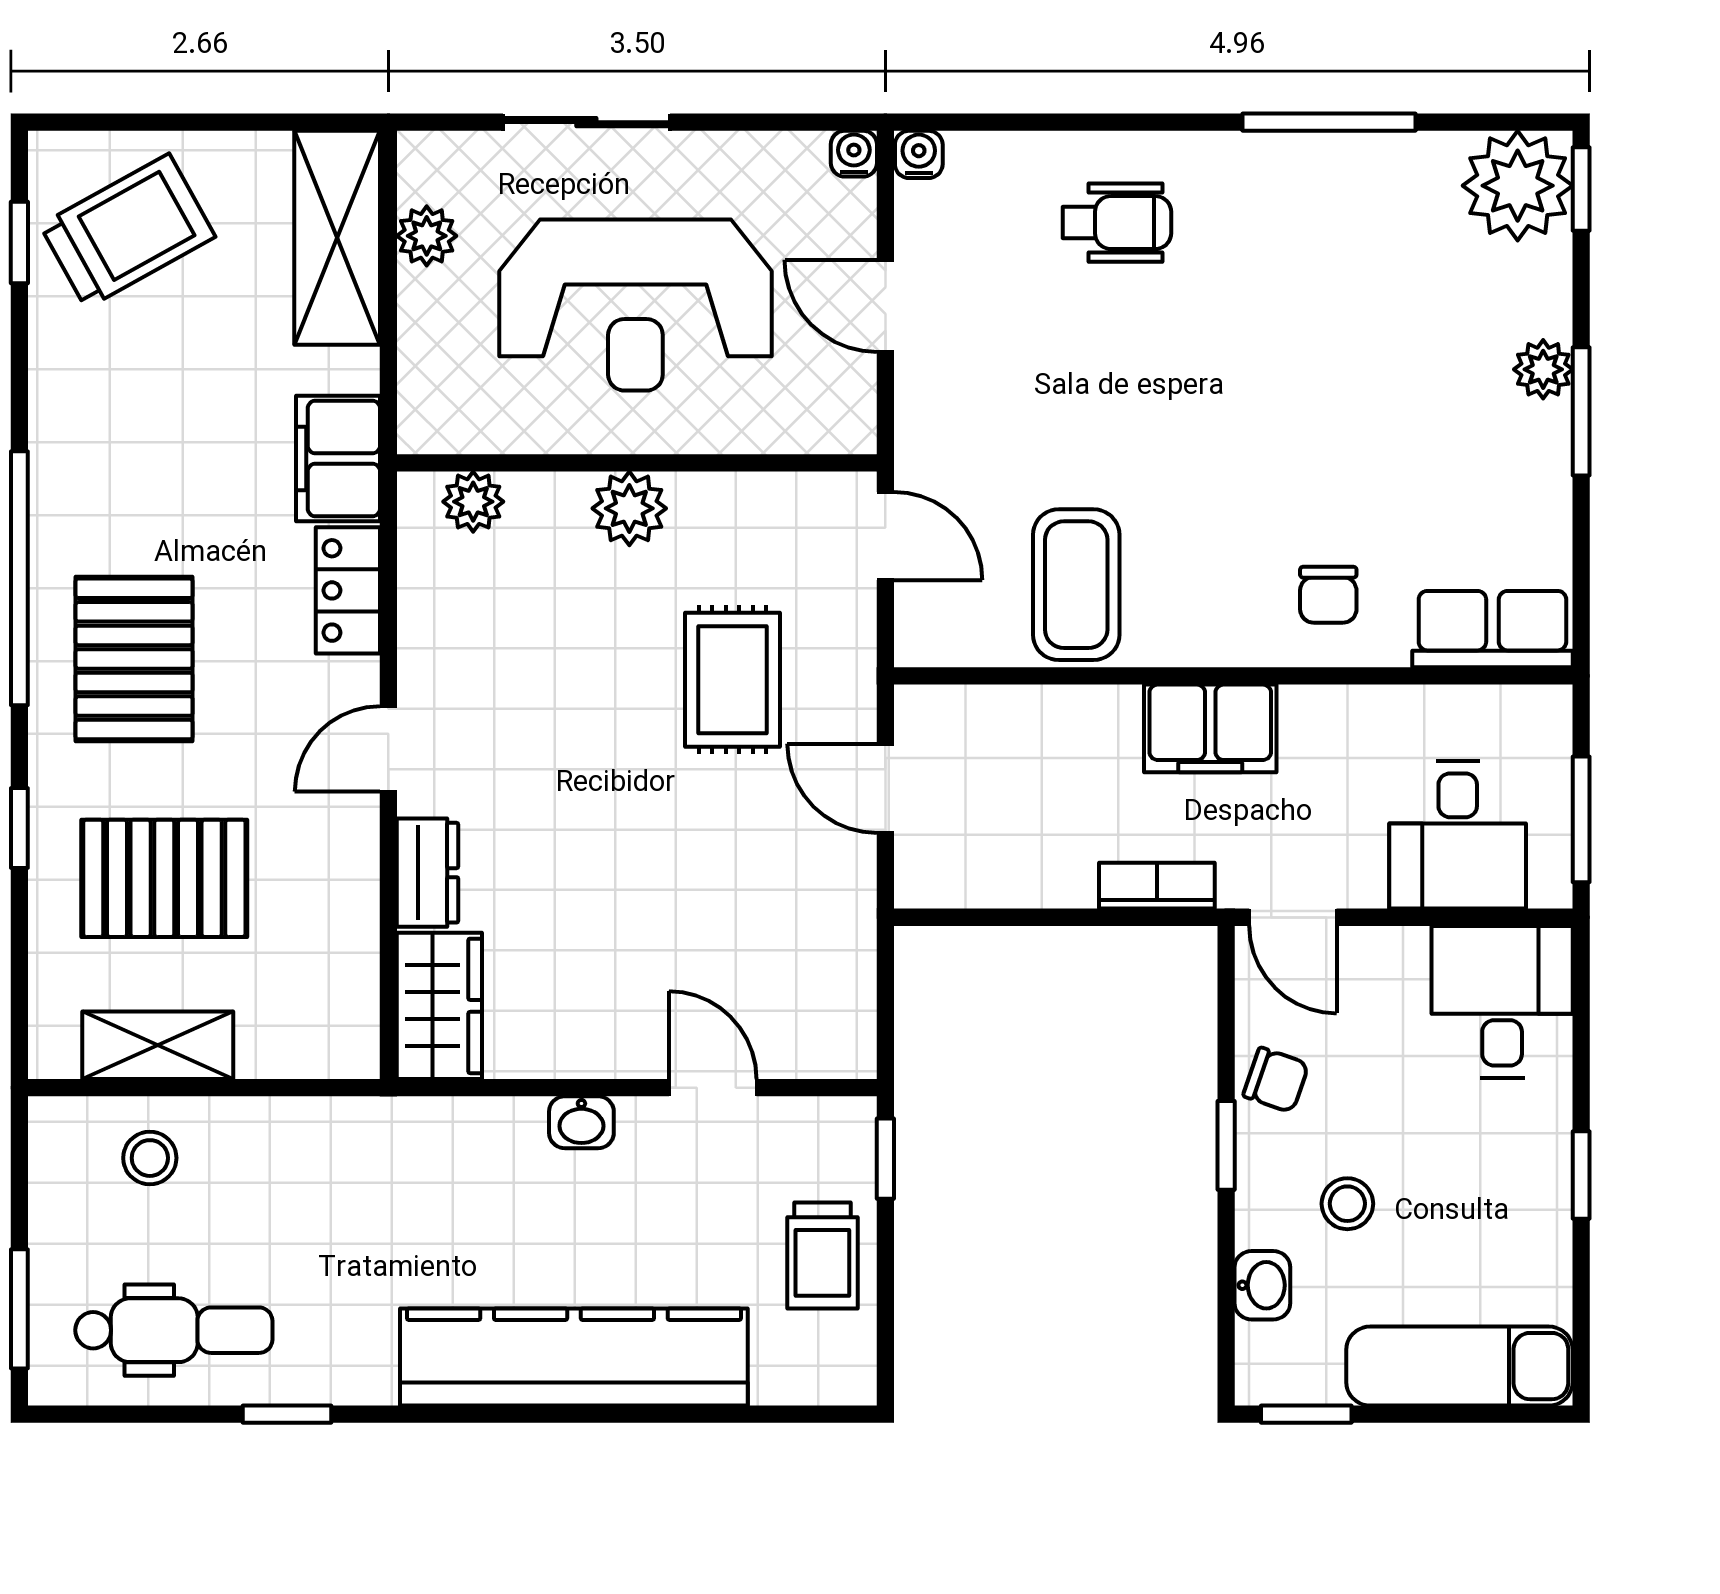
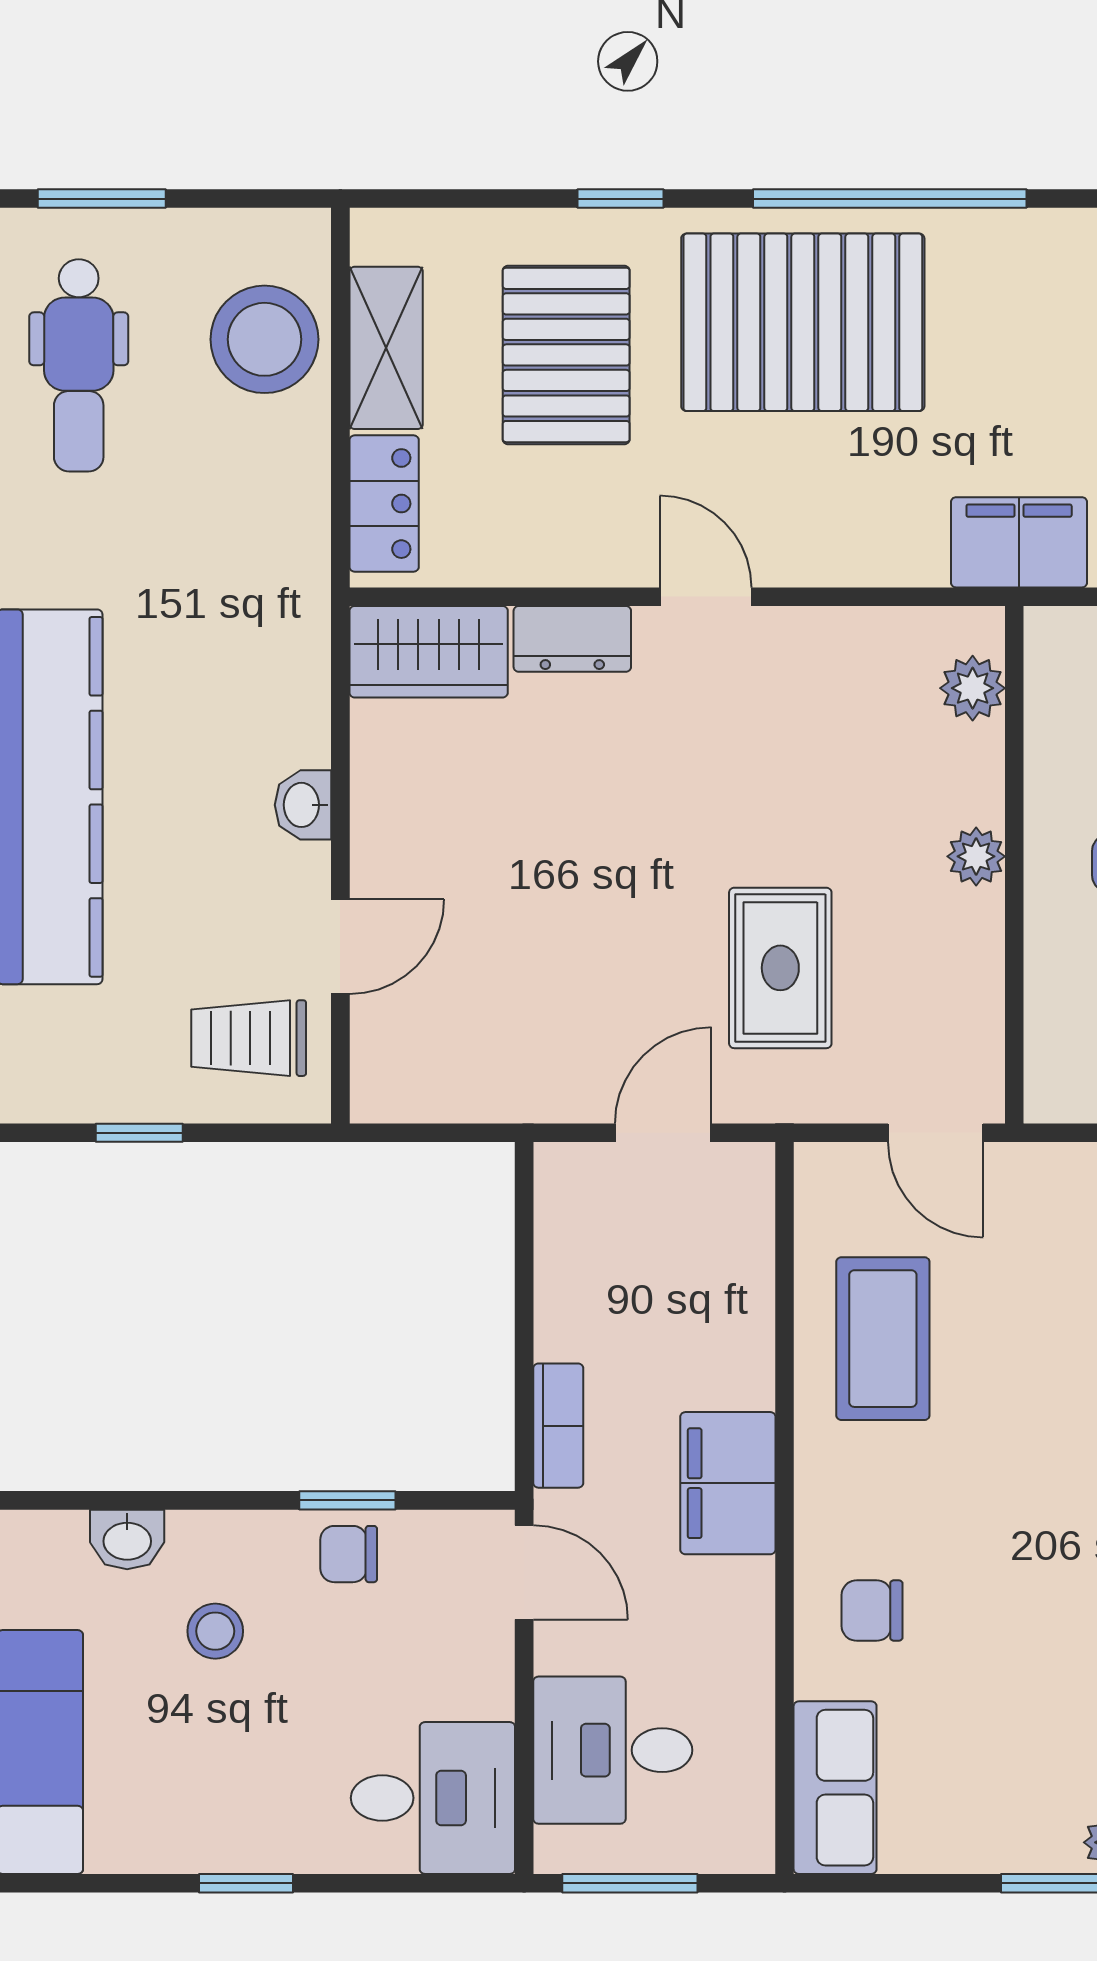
plant: (629, 508) -> (976, 856), width x0.73, depth x0.73
door: (885, 536) -> (935, 1133), hinge flipped
coffee table: (1076, 585) -> (883, 1339), turned 90
locker: (348, 590) -> (384, 504), moved, turned 90
pallet: (134, 659) -> (803, 322), width x1.37, depth x1.41
rug: (733, 680) -> (780, 968), turned 90
door: (1293, 917) -> (524, 1572), swing flipped
chair: (1276, 1080) -> (349, 1554), turned 71
window: (1226, 1145) -> (347, 1500), moved
stool: (150, 1158) -> (264, 339), width x1.89, depth x1.89
window: (885, 1159) -> (139, 1133), moved
trolley: (822, 1255) -> (249, 1038), moved

